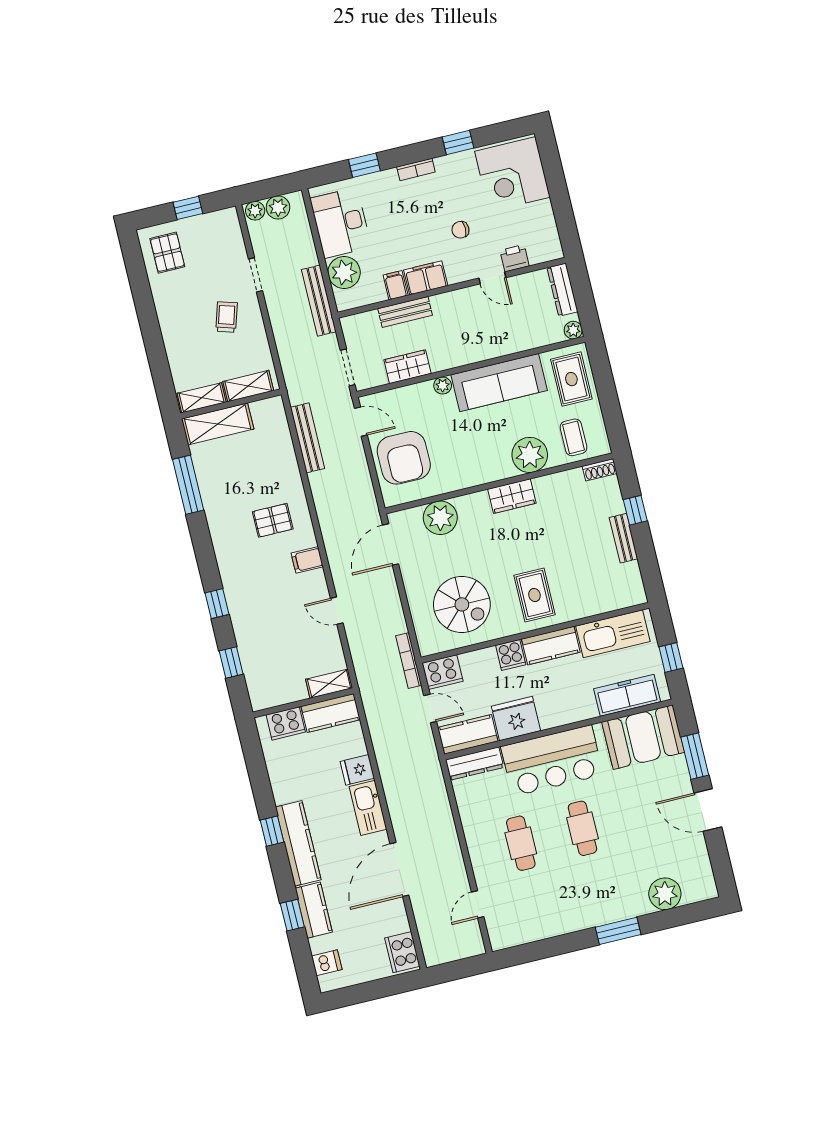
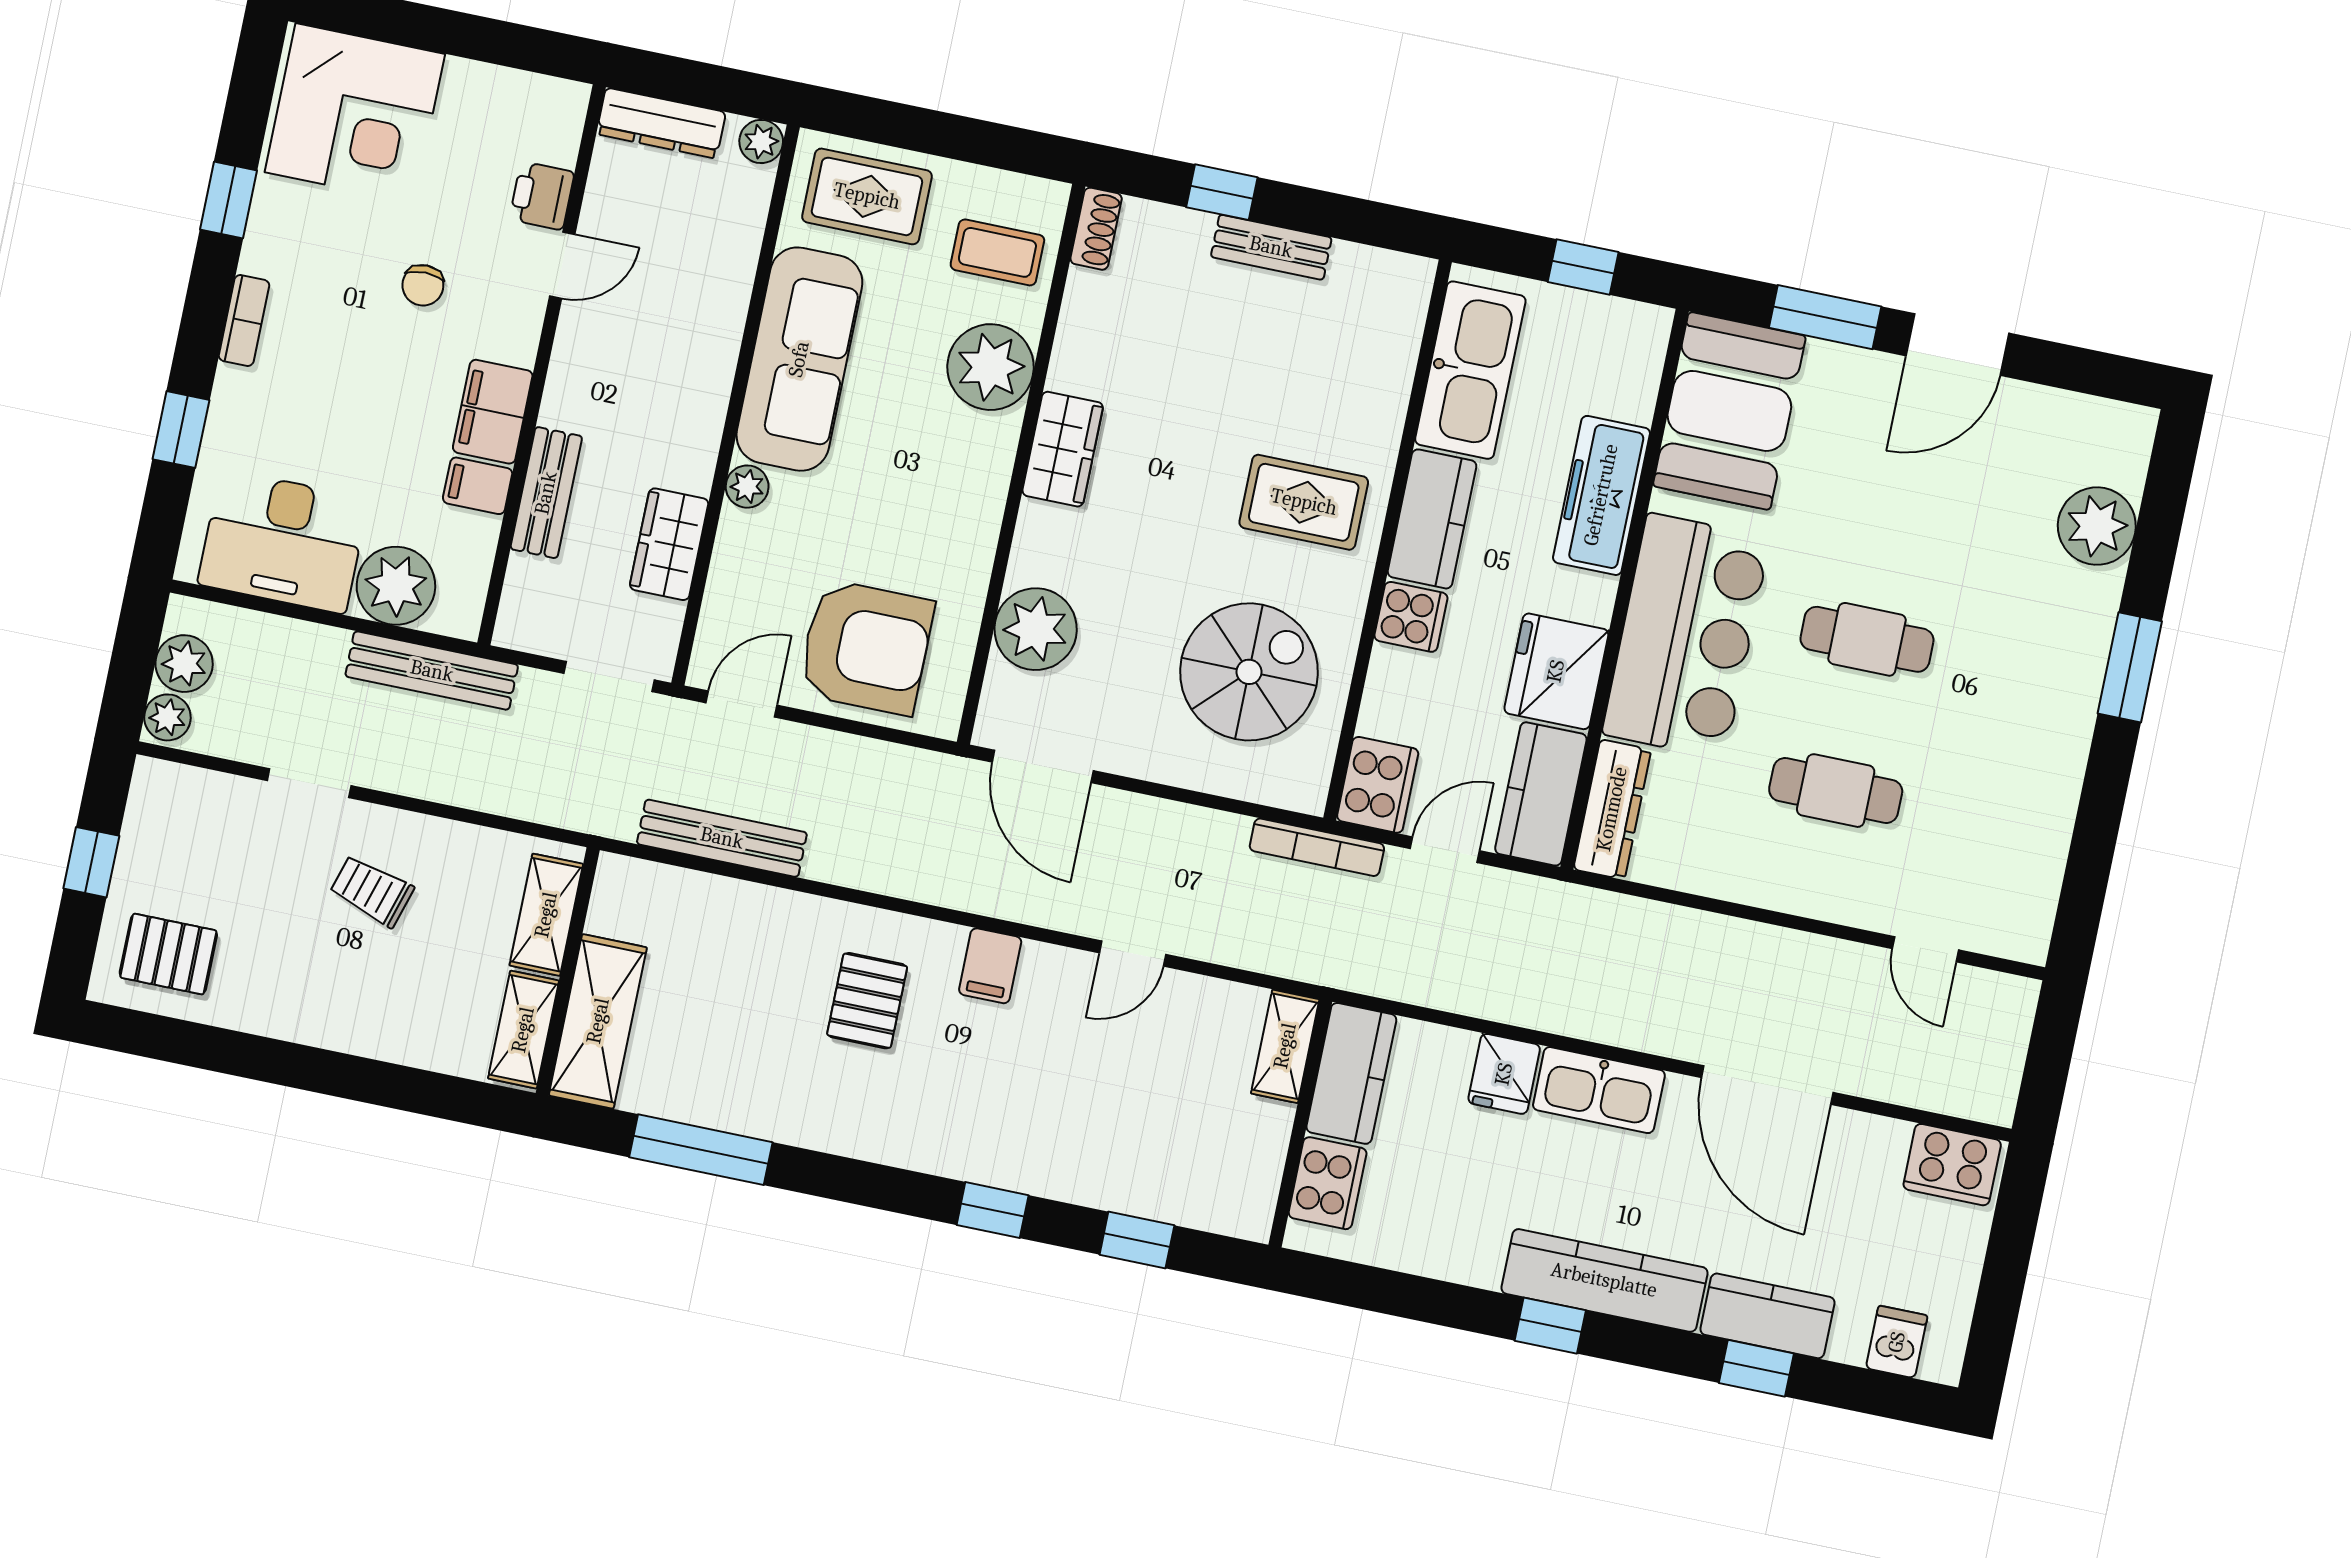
freezer: (627, 695) -> (1601, 495), moved

